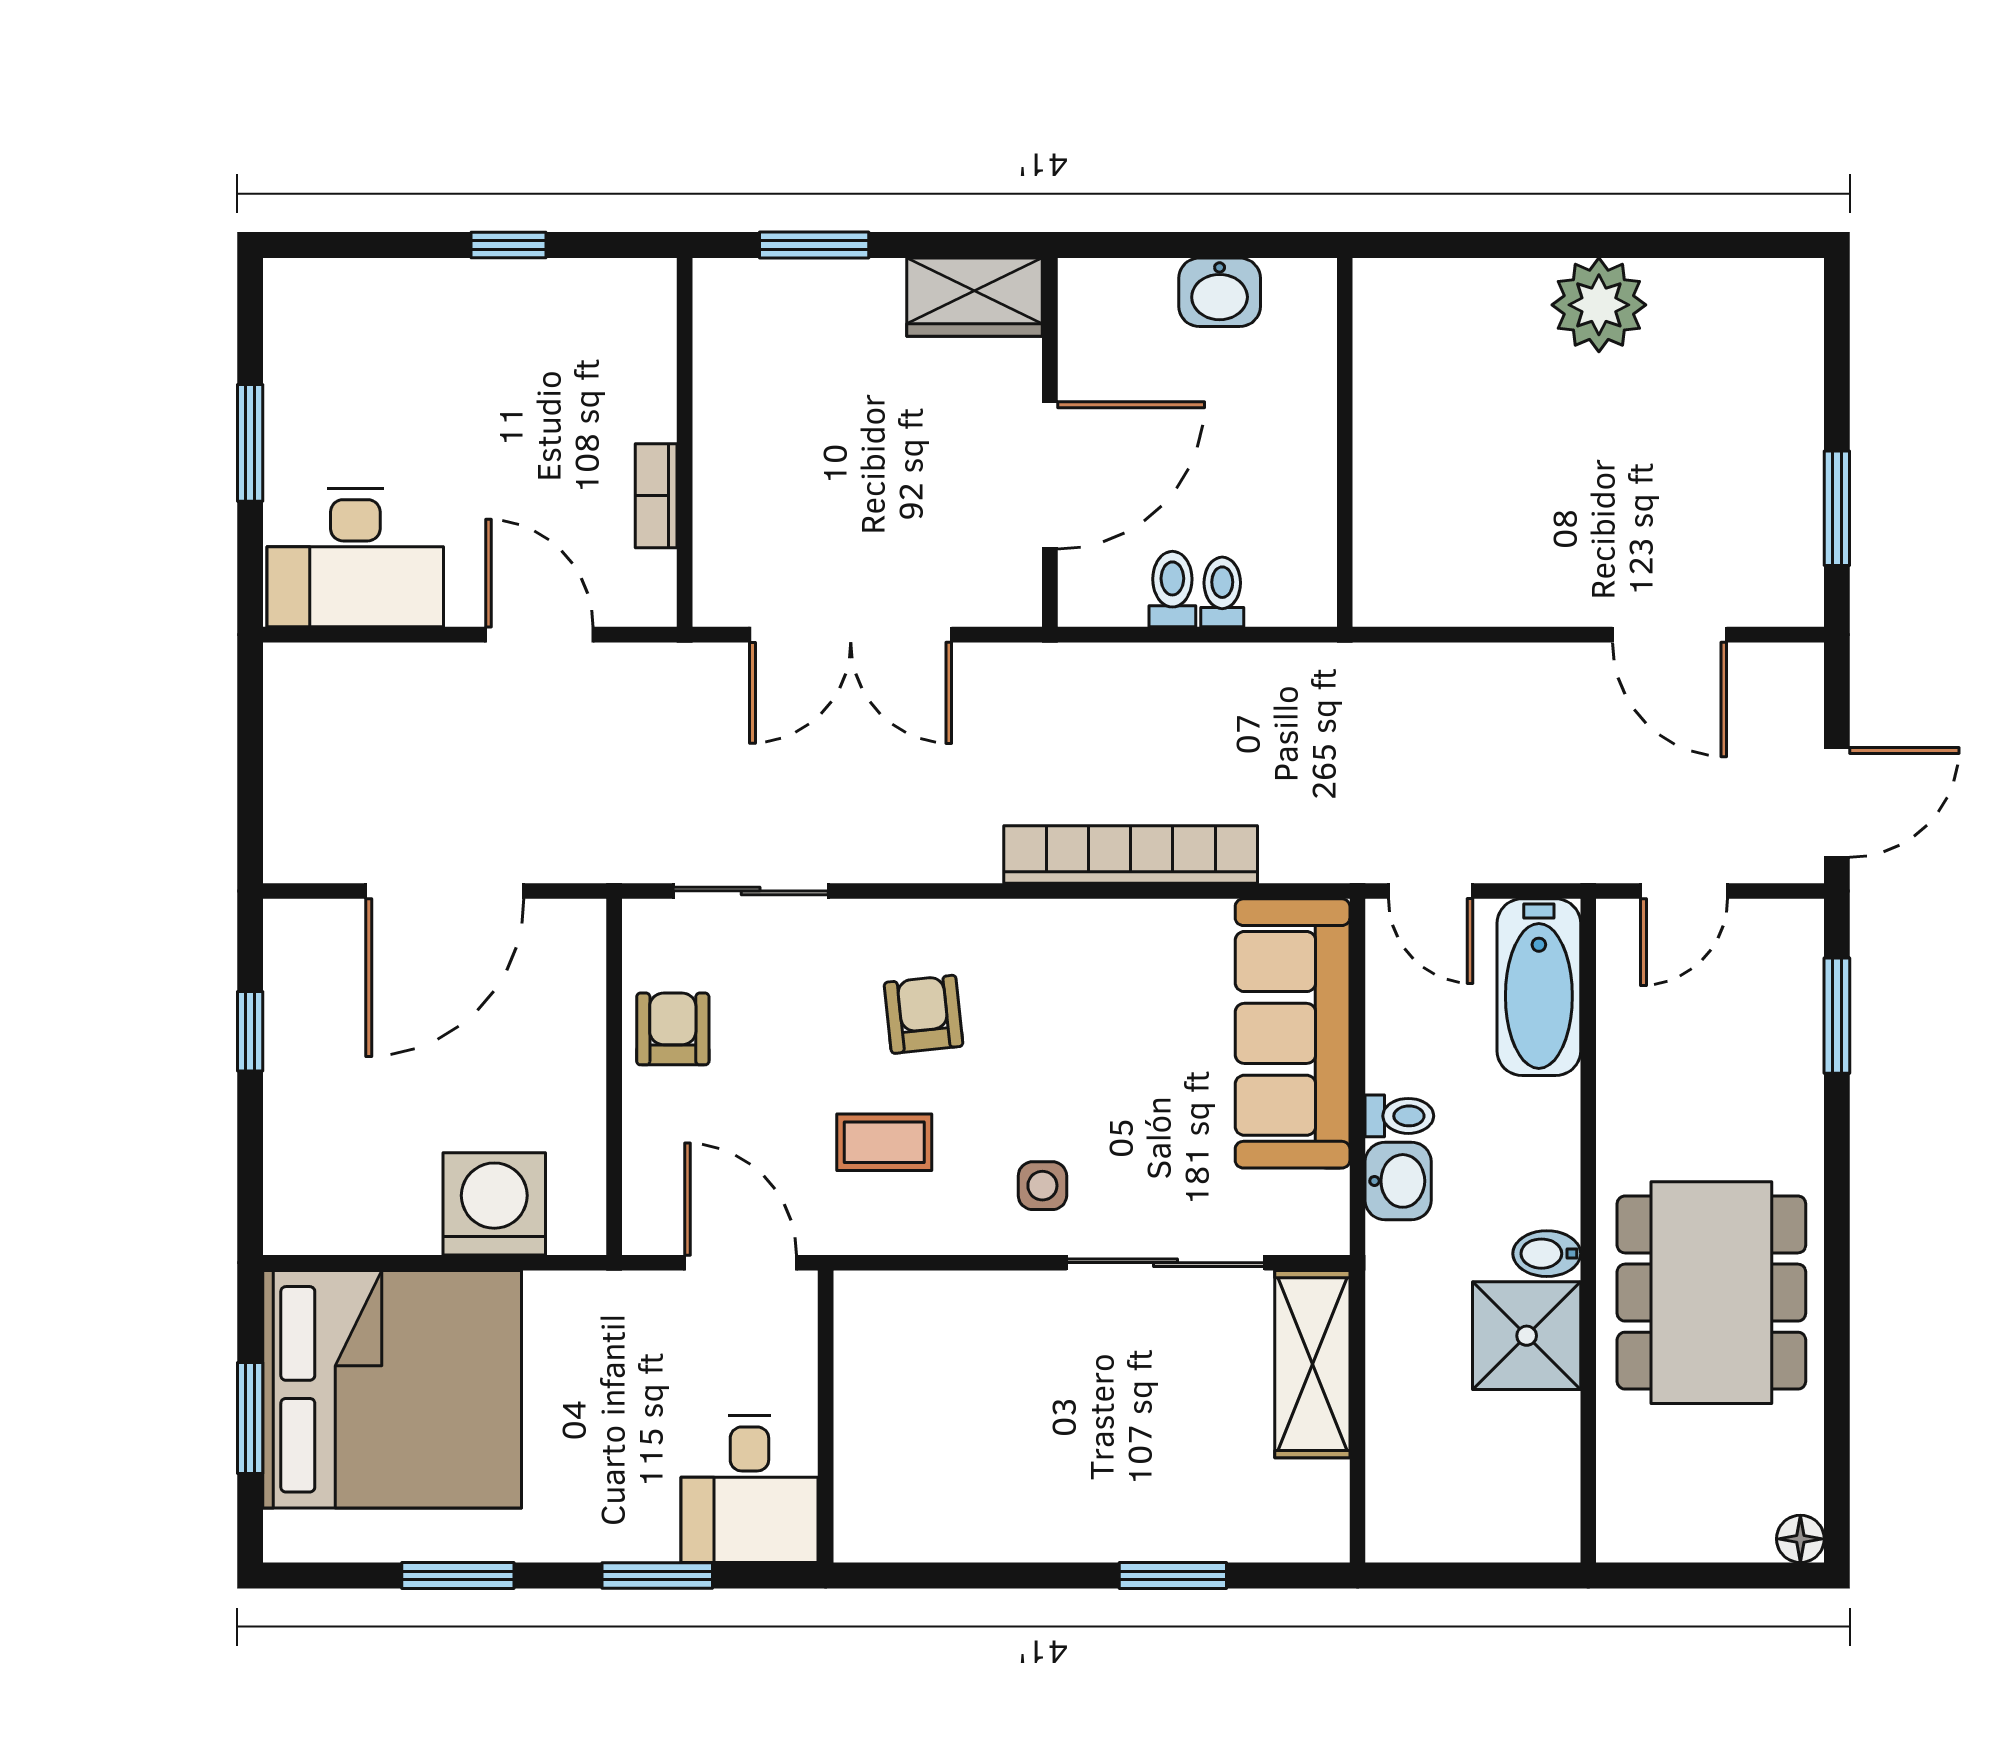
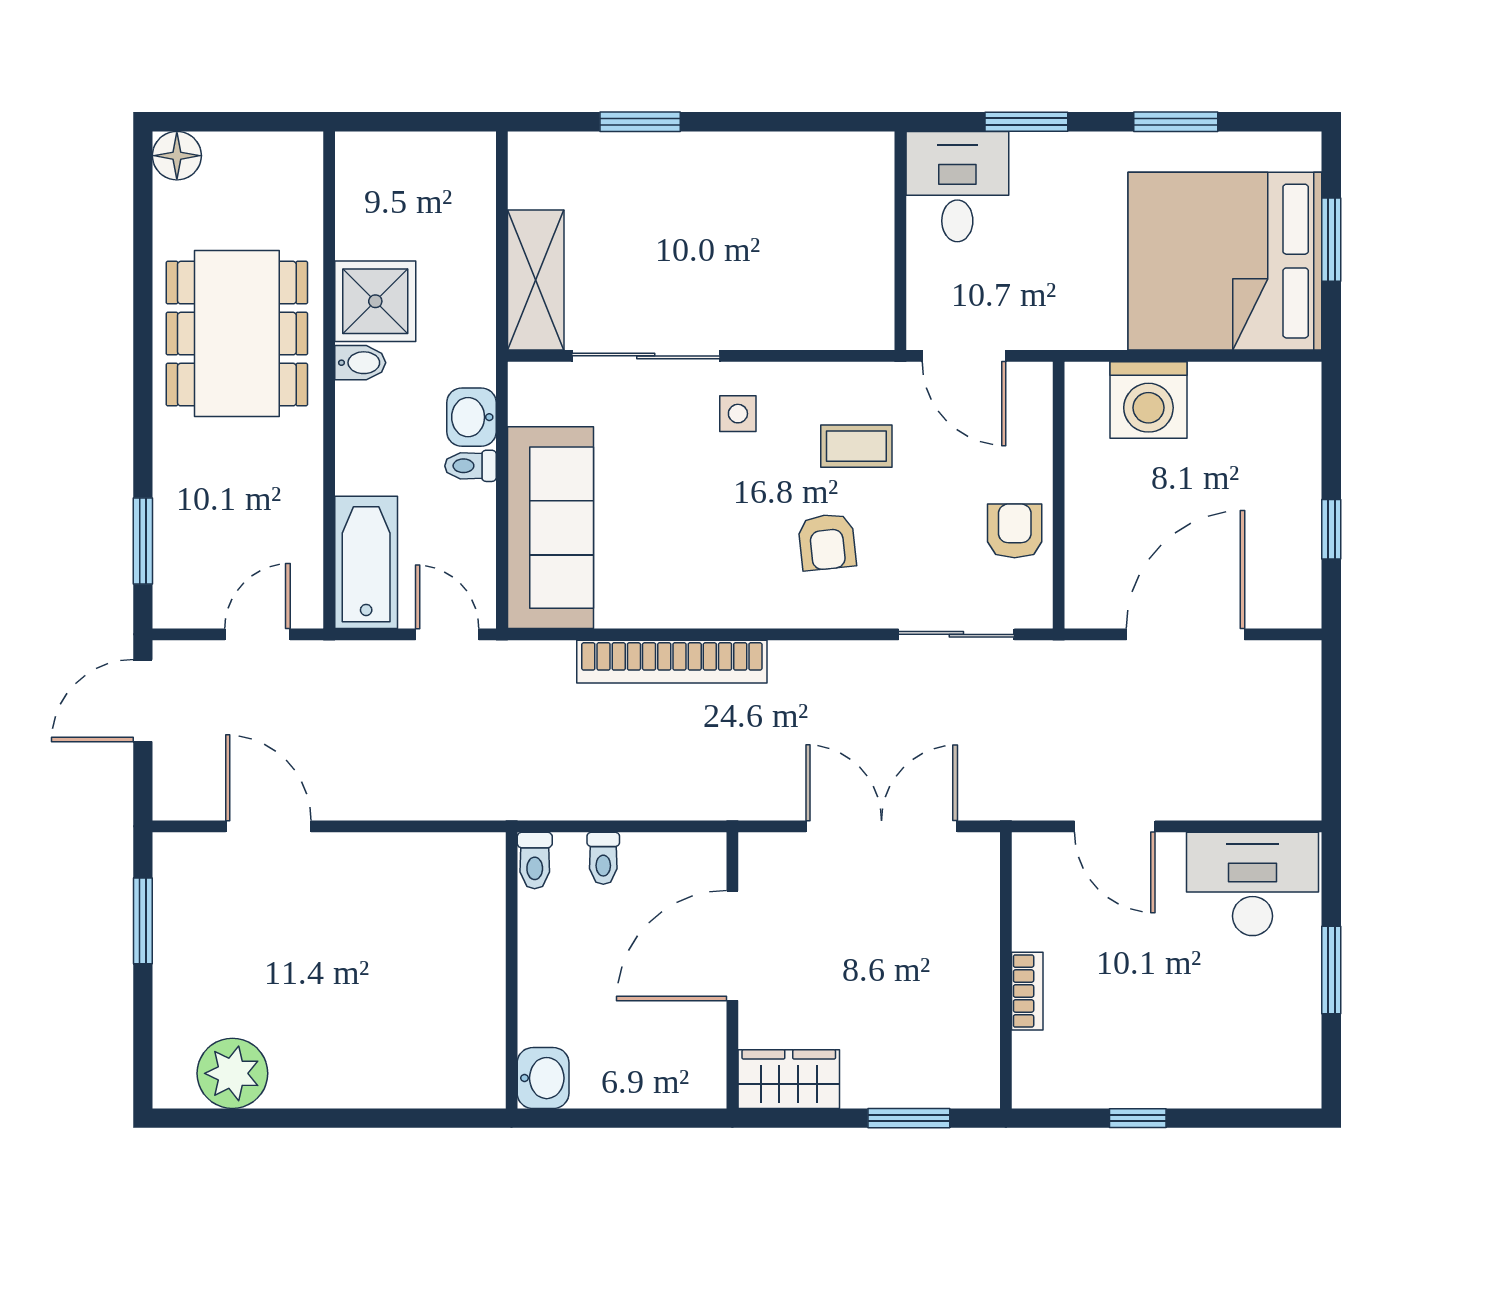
washbasin: (1220, 292) -> (543, 1078), moved, turned 90
plant: (1599, 305) -> (232, 1073), moved
bookcase: (656, 496) -> (1027, 991), moved
toilet: (1172, 589) -> (535, 860), moved
armchair: (673, 1029) -> (1015, 531), turned 180
floor lamp: (1800, 1539) -> (177, 156), width x1.37, depth x1.37

